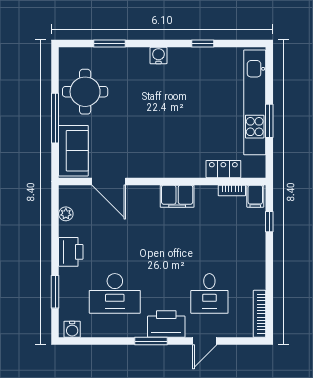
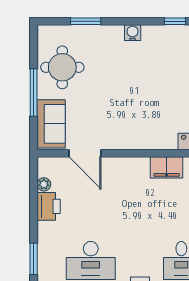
filing cabinet: (177, 196) -> (167, 167), moved
printer: (71, 252) -> (49, 206), moved

